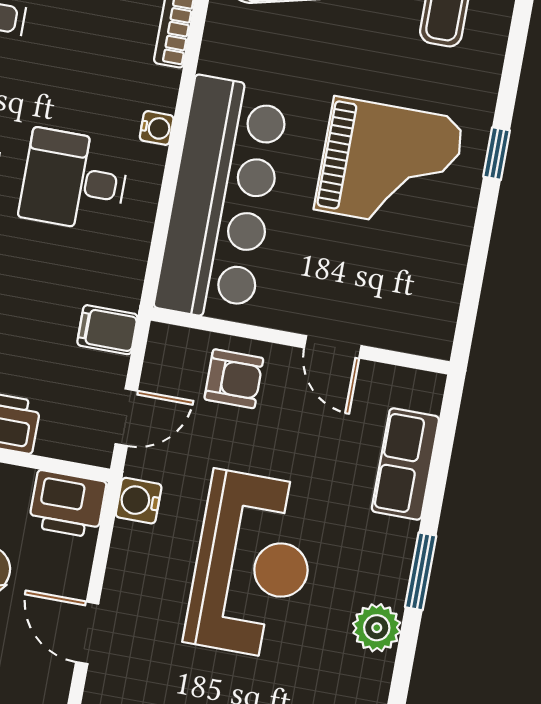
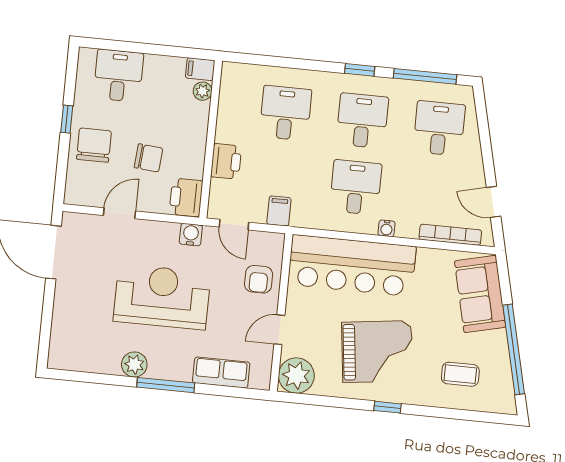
grand piano: (389, 164) -> (377, 352), turned -97
plant: (422, 322) -> (296, 375), added
reception desk: (253, 565) -> (162, 297), turned 180
window: (421, 571) -> (166, 385), width x1.44

